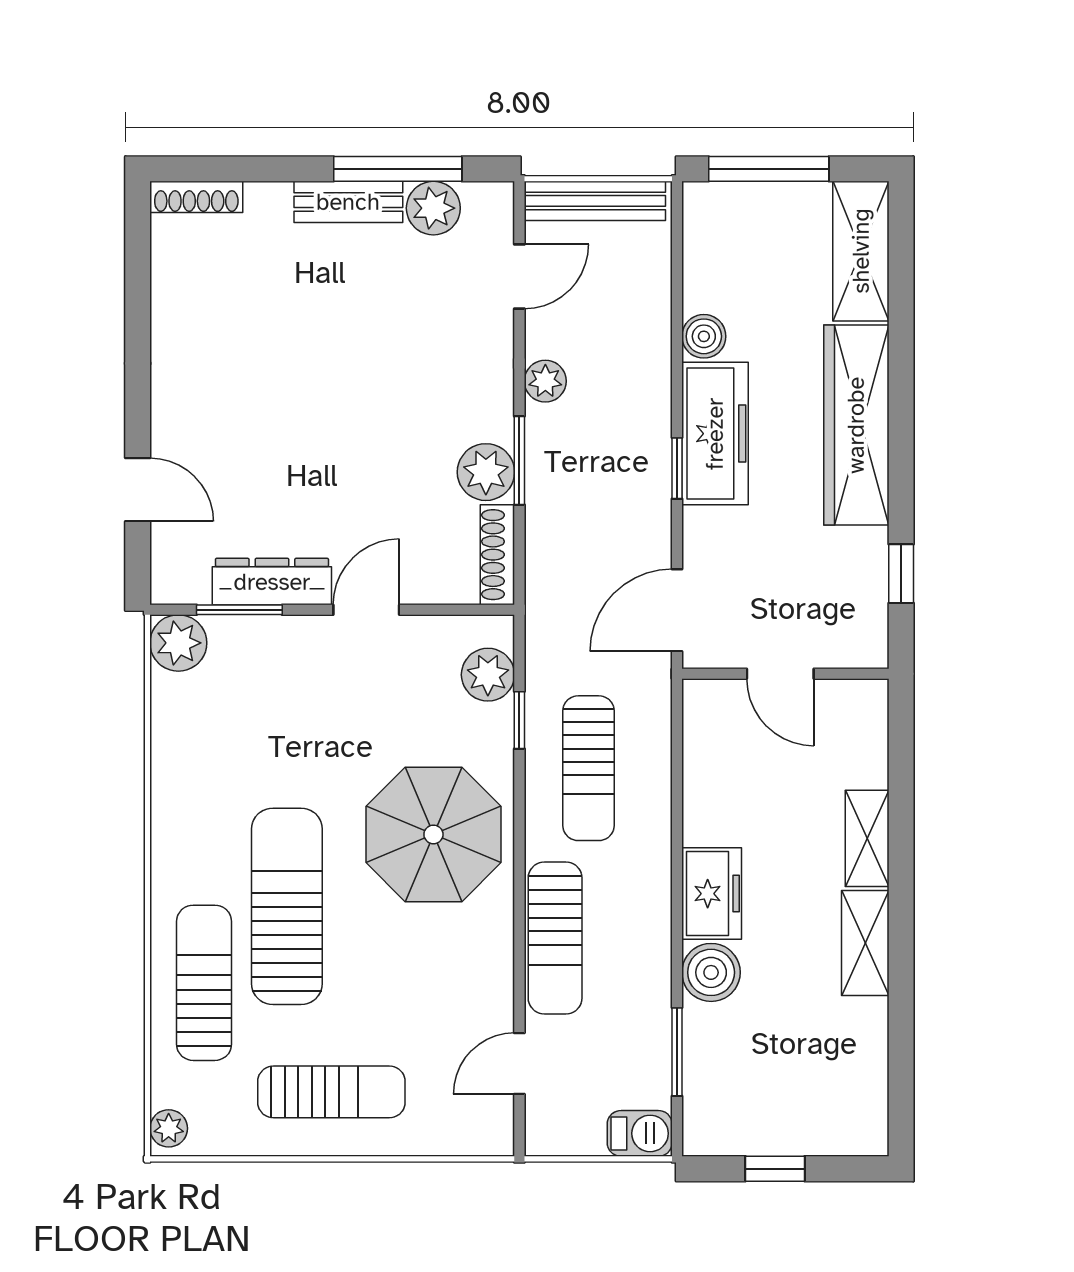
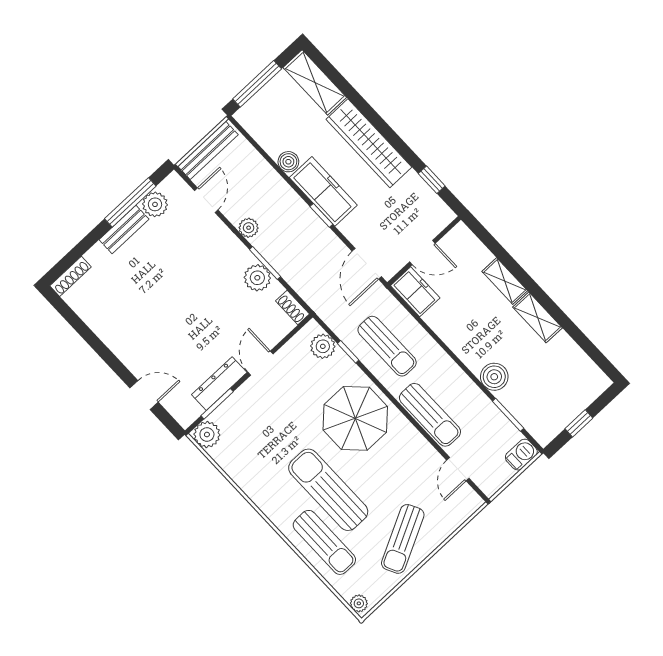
shoe rack: (497, 555) -> (292, 307), width x0.70
freezer: (712, 894) -> (415, 292), moved
sun lounger: (204, 983) -> (324, 542), turned 180
sun lounger: (331, 1092) -> (403, 539), turned 153

